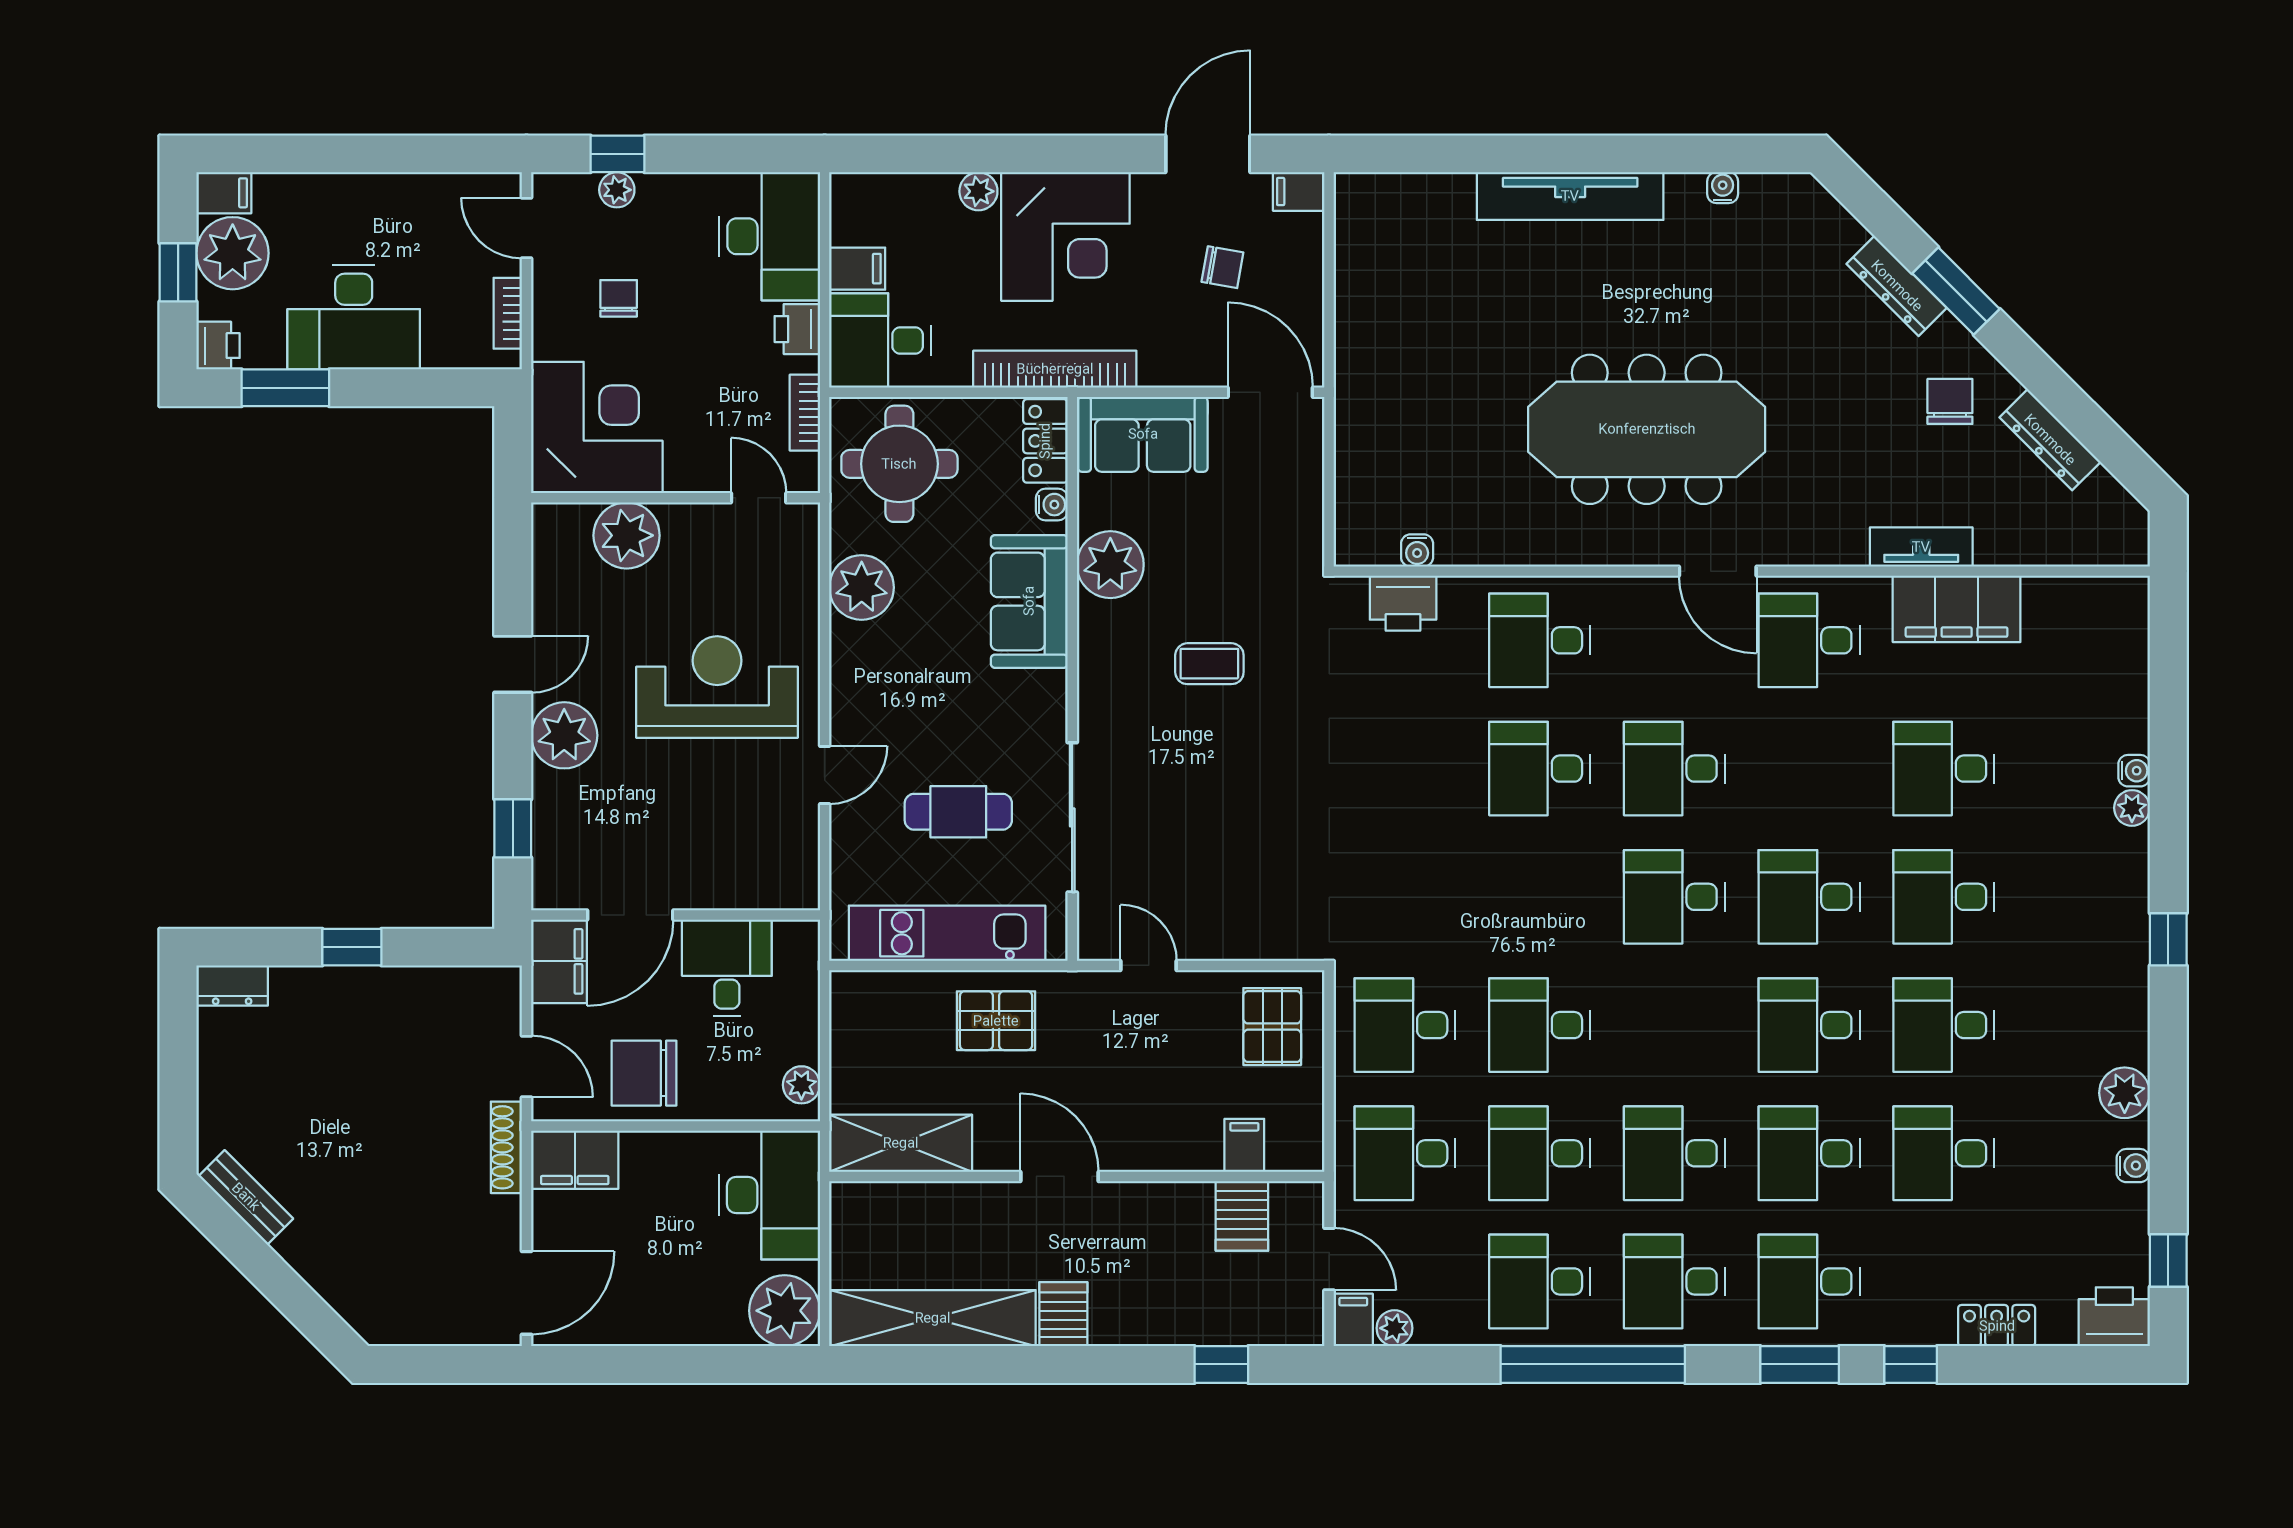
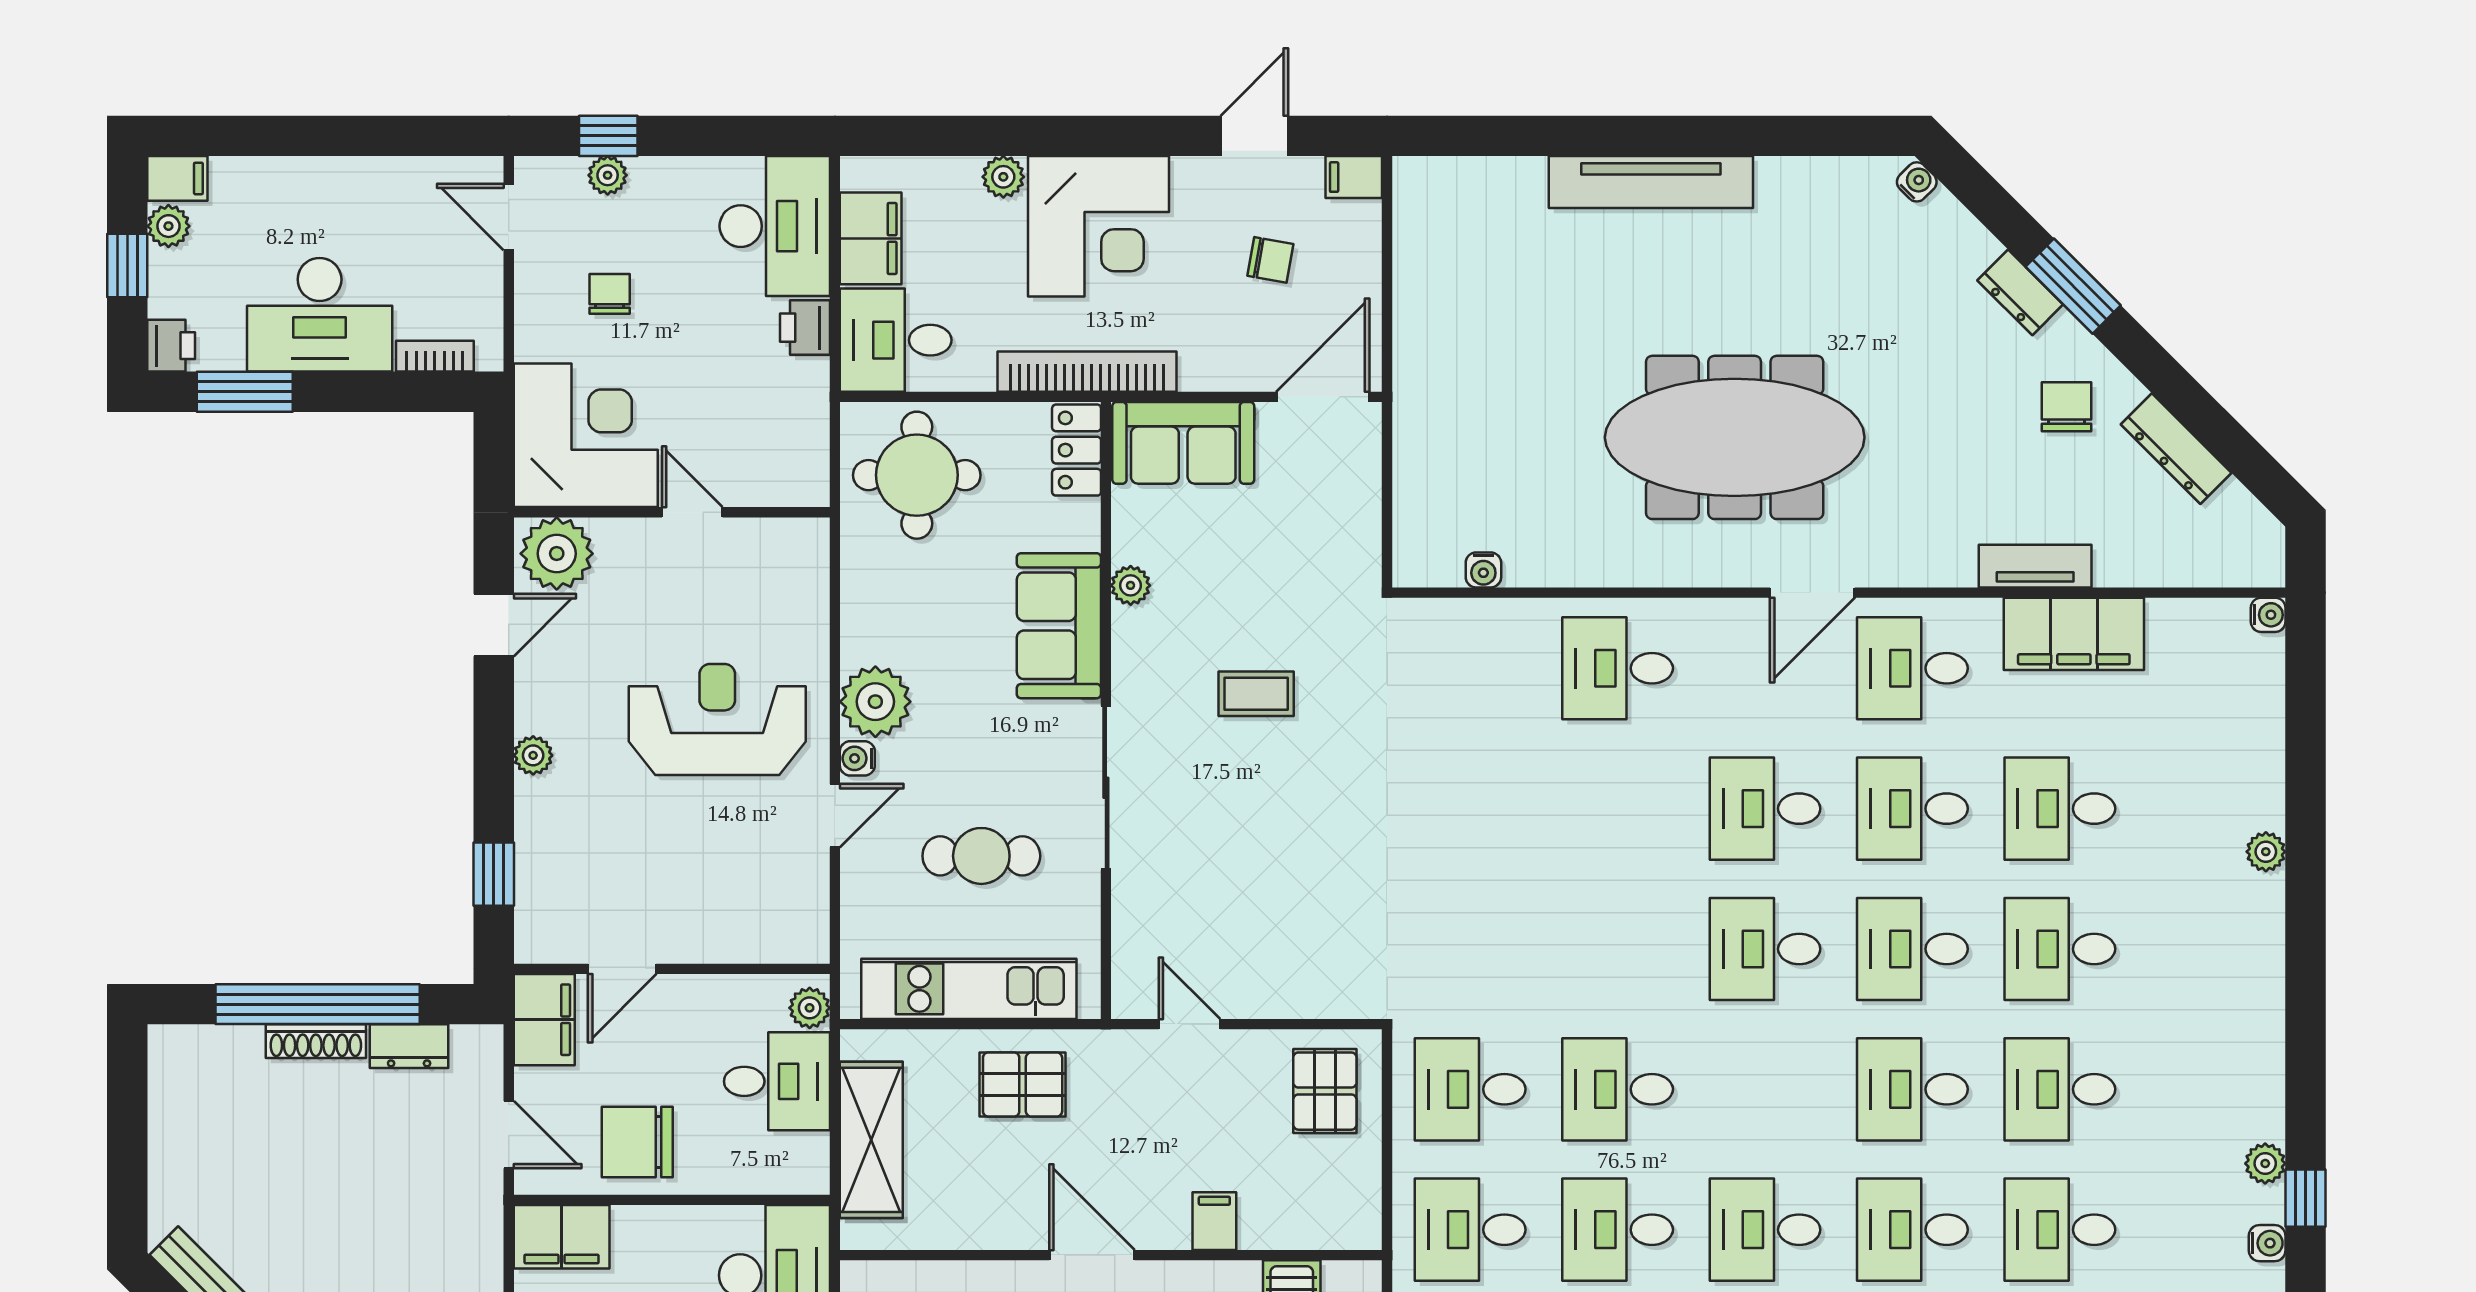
door: (1208, 154) -> (1254, 136), width x0.73
water cooler: (1723, 188) -> (1917, 182), moved, turned 45
plant: (233, 253) -> (168, 226), width x0.53, depth x0.53
filing cabinet: (857, 269) -> (871, 238), width x2.00
dresser: (1897, 286) -> (2020, 292), width x0.70
bookcase: (508, 313) -> (435, 356), moved, turned 90
door: (1270, 392) -> (1323, 397), hinge flipped
bookcase: (805, 413) -> (813, 419), removed
door: (759, 498) -> (692, 512), moved
water cooler: (1052, 505) -> (857, 758), moved, turned 180
plant: (627, 535) -> (557, 554), moved
plant: (1110, 565) -> (1131, 585), width x0.53, depth x0.53
door: (1718, 571) -> (1812, 593), hinge flipped
plant: (862, 587) -> (875, 702), moved
printer: (1403, 603) -> (1468, 628), removed
door: (513, 664) -> (494, 625), moved
plant: (564, 735) -> (533, 755), width x0.53, depth x0.53
desk: (1540, 769) -> (1912, 809), moved
water cooler: (2134, 771) -> (2268, 615), moved
sliding door: (1072, 817) -> (1106, 788), moved
door: (630, 915) -> (622, 969), width x0.73
window: (2168, 939) -> (2305, 1198), moved
window: (352, 947) -> (318, 1004), width x3.17
desk: (727, 968) -> (777, 1081), moved, turned 90
dresser: (232, 986) -> (409, 1046), moved
plant: (801, 1085) -> (810, 1008), moved
plant: (2125, 1093) -> (2265, 1163), width x0.73, depth x0.73
shelving: (901, 1143) -> (871, 1140), moved, turned 90
filing cabinet: (1244, 1145) -> (1214, 1221), moved
shoe rack: (506, 1147) -> (316, 1041), moved, turned -90

